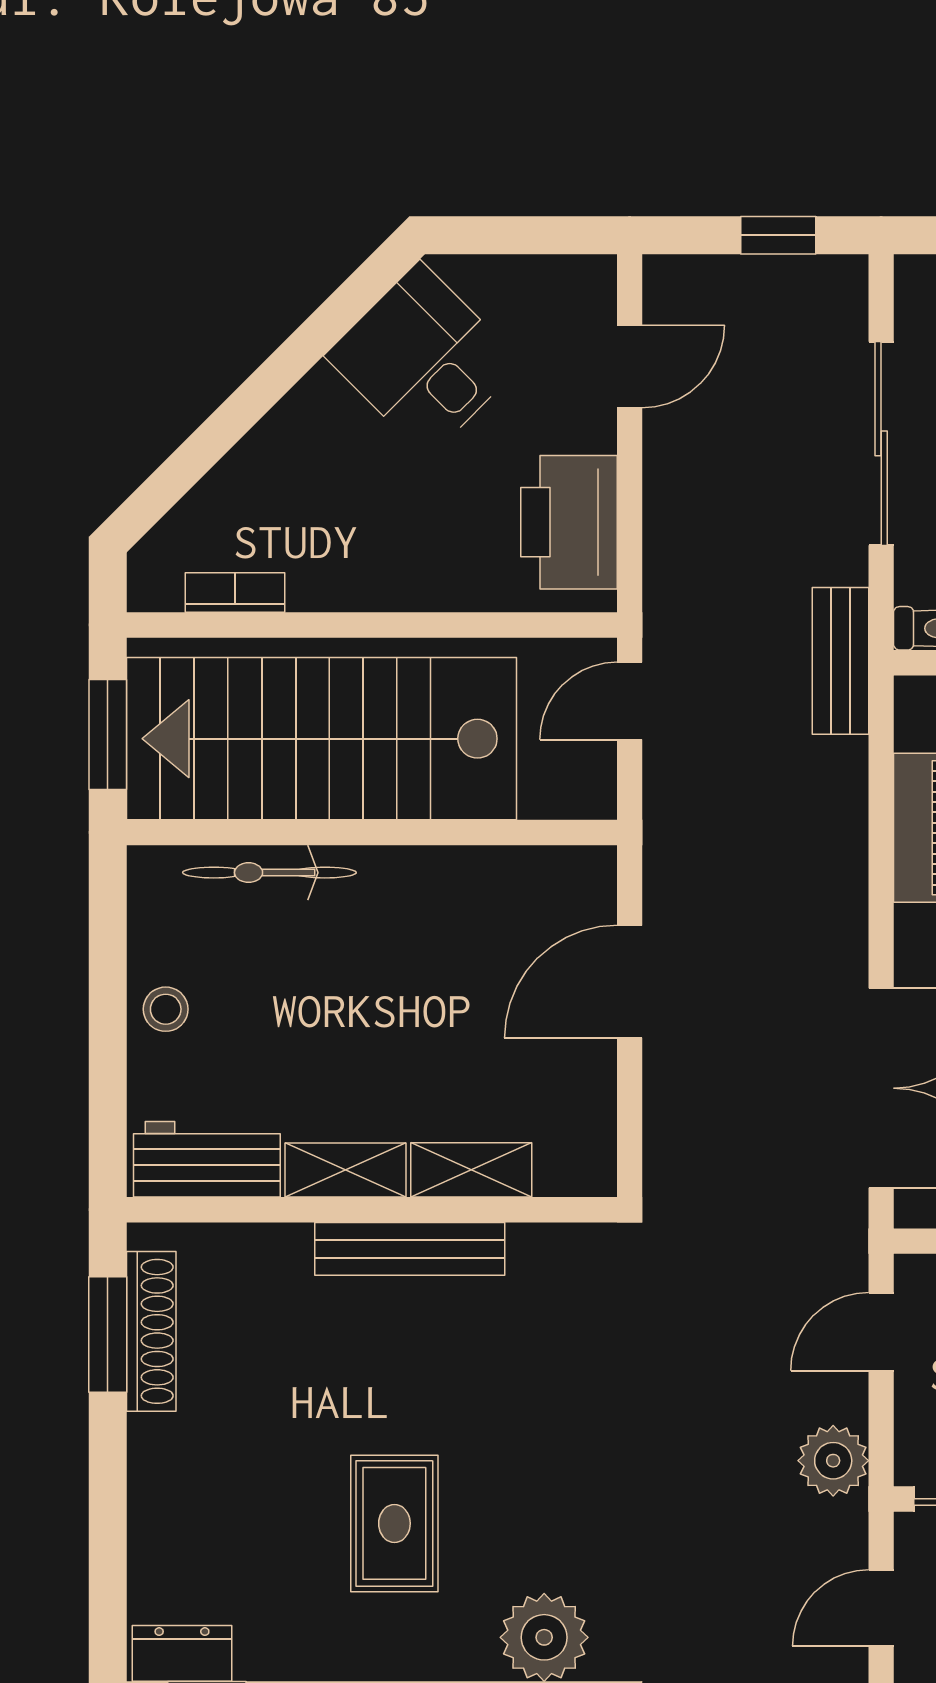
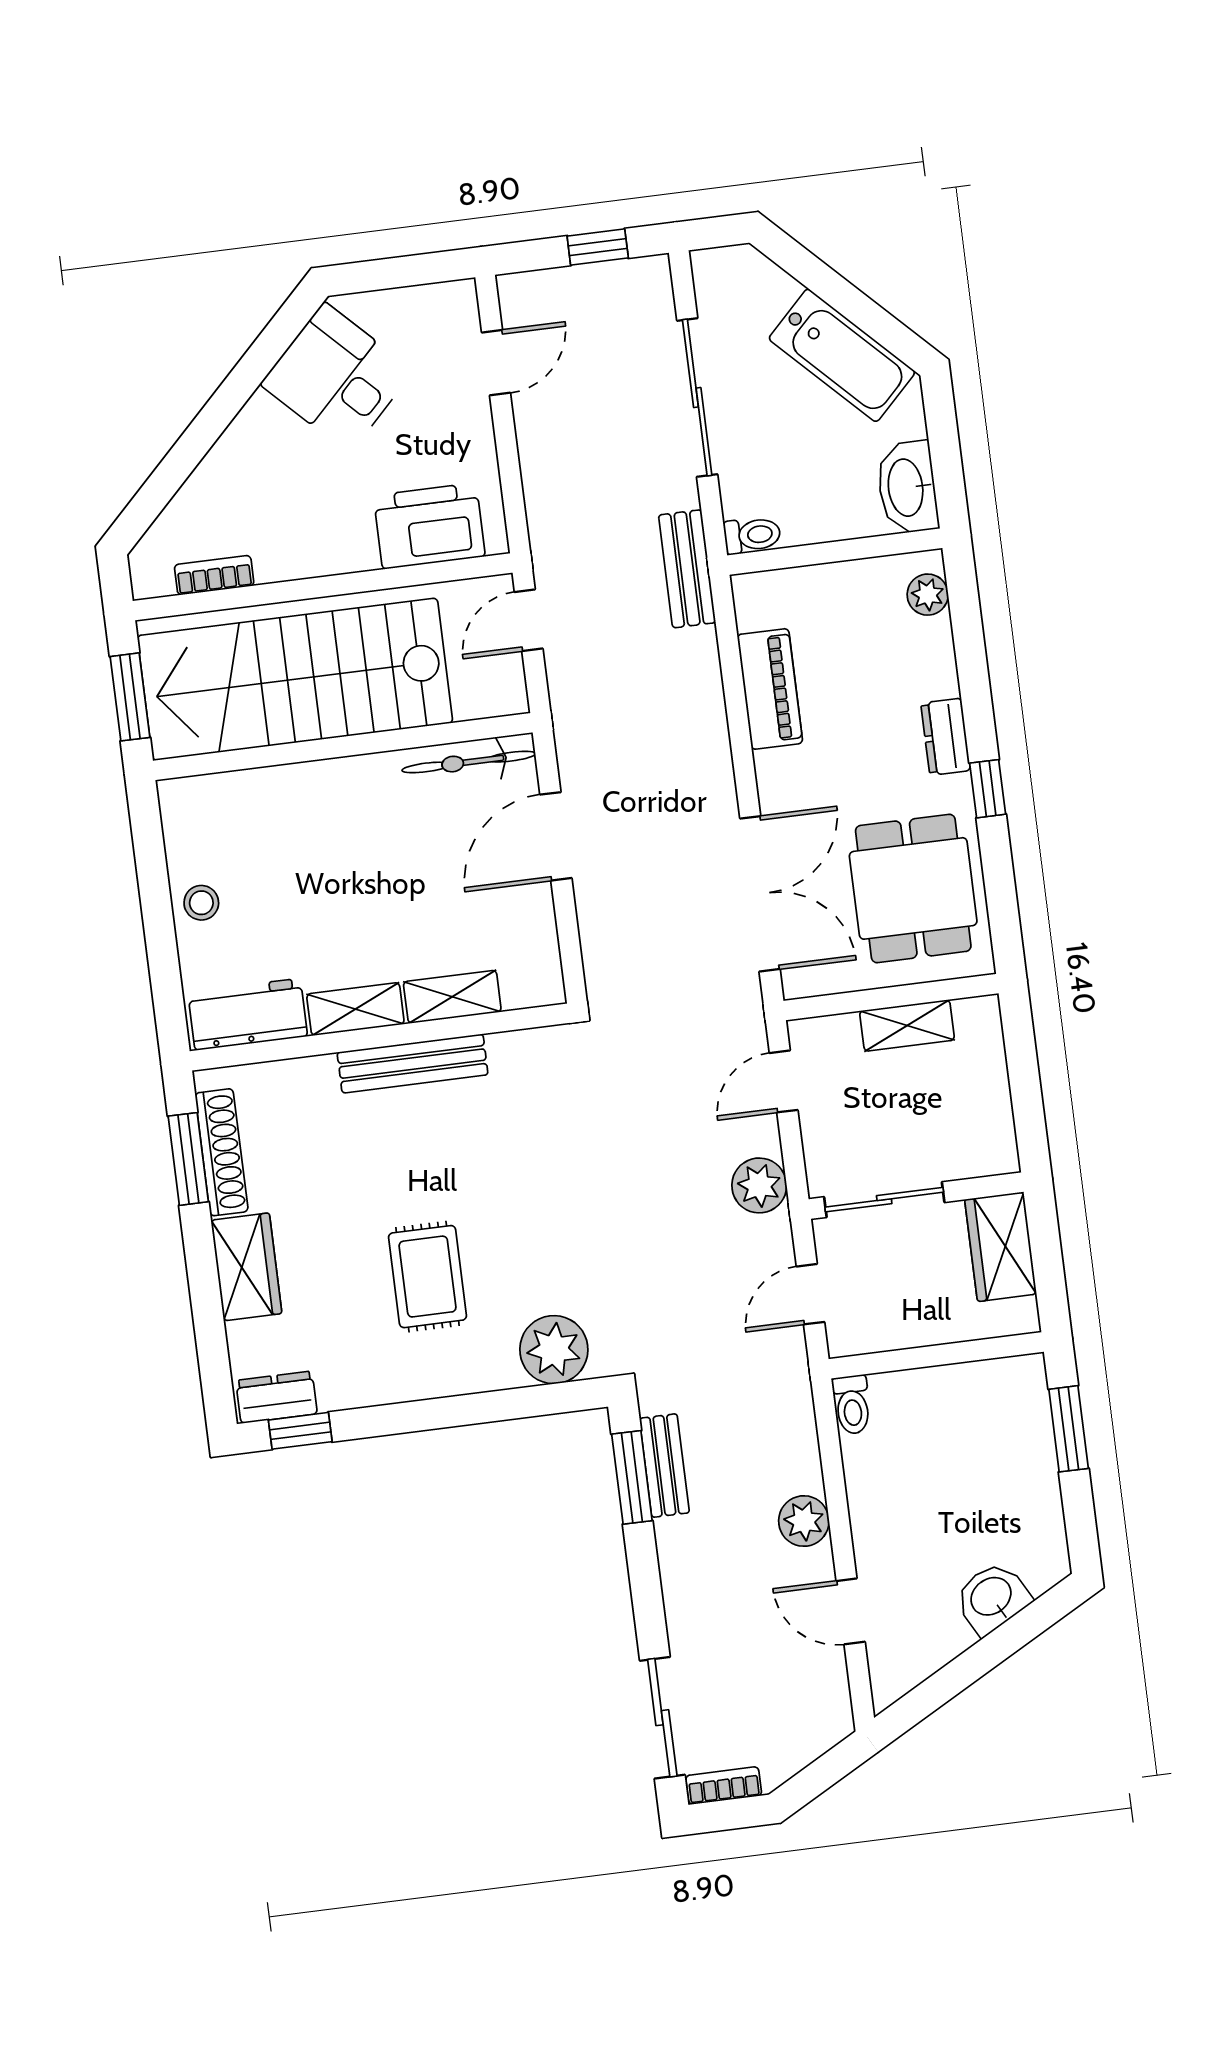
printer: (569, 522) -> (429, 526), moved, turned 90
bicycle: (269, 873) -> (469, 762), moved
wardrobe: (165, 1482) -> (246, 1267), added

